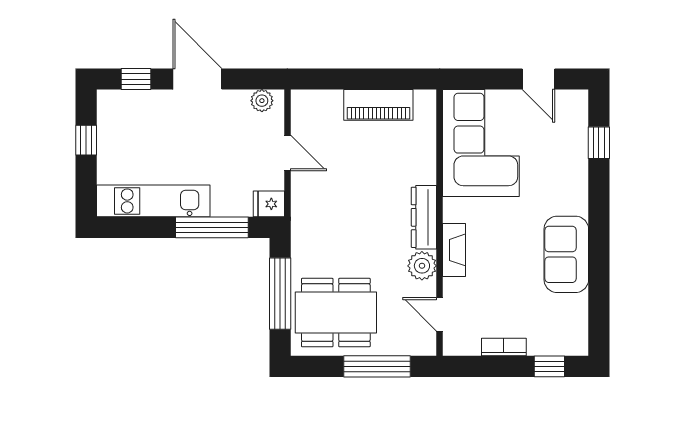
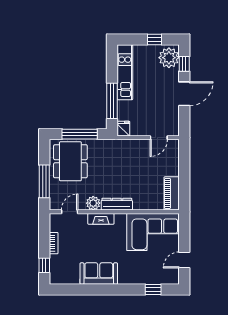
plant: (262, 101) -> (169, 58), moved, width x1.87, depth x1.87
piano: (378, 105) -> (172, 193), moved
door: (287, 153) -> (159, 138), moved

